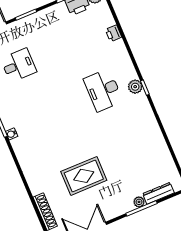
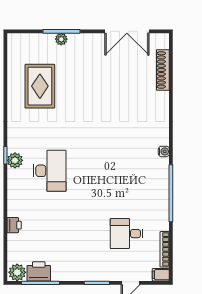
water cooler: (12, 134) -> (164, 151), moved
rug: (84, 176) -> (40, 86), moved, turned 90
dresser: (158, 193) -> (37, 40), removed

